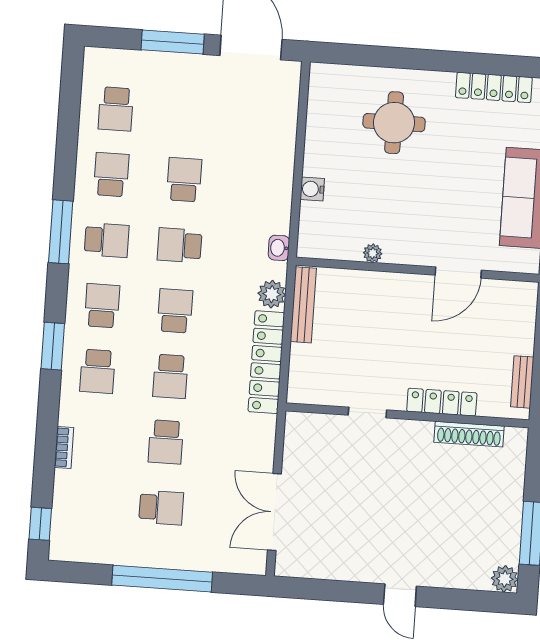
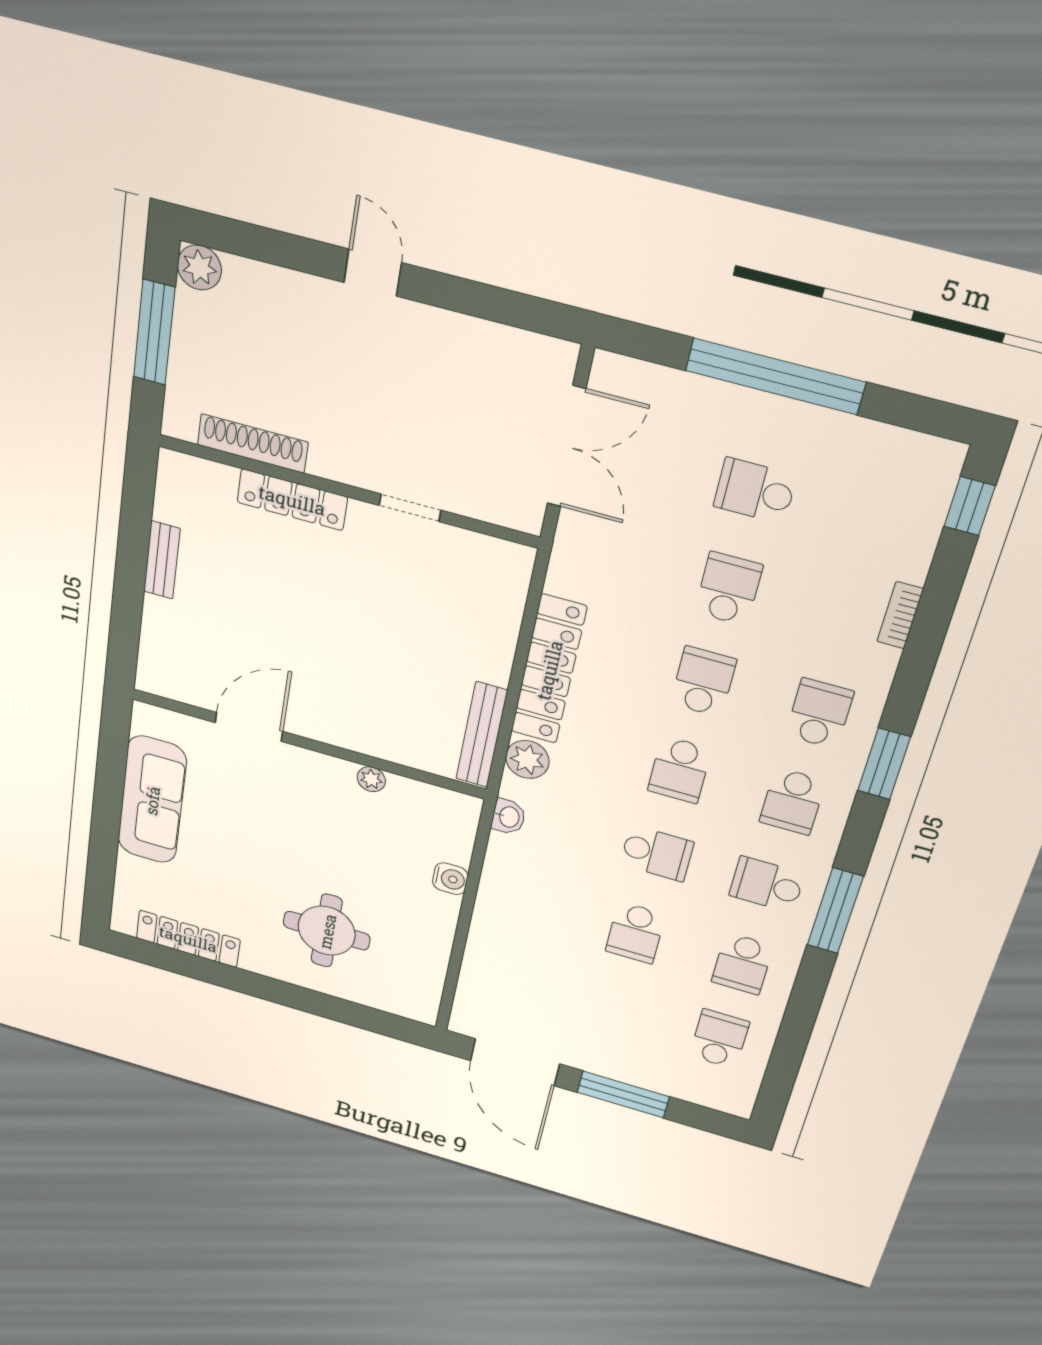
locker: (442, 402) -> (292, 500), moved
doorway: (367, 413) -> (410, 508), moved
wall: (407, 415) -> (347, 491), moved
shoe rack: (469, 434) -> (253, 444), moved

